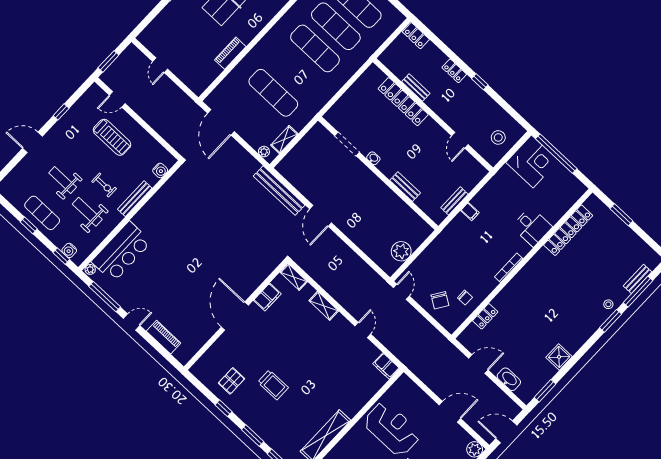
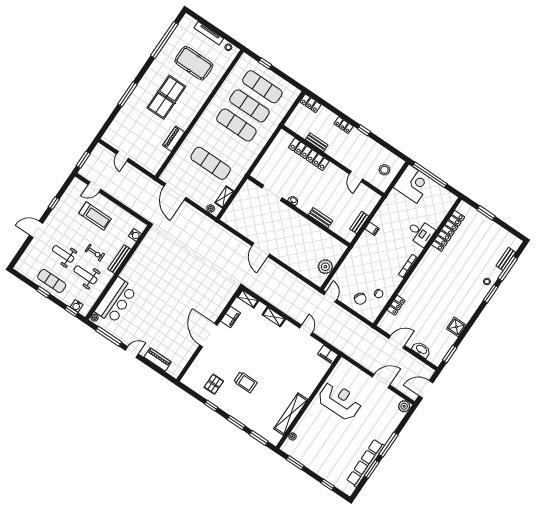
bench: (279, 191) -> (227, 236), removed

